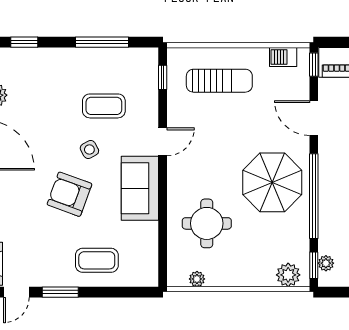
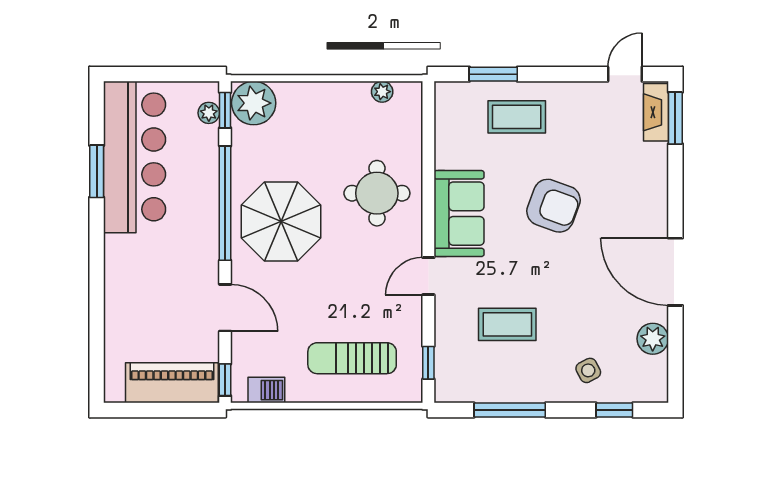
side table: (89, 150) -> (588, 370), moved
round table: (207, 223) -> (377, 193), moved
plant: (288, 275) -> (254, 103), width x1.36, depth x1.36
window: (60, 292) -> (493, 74), moved

